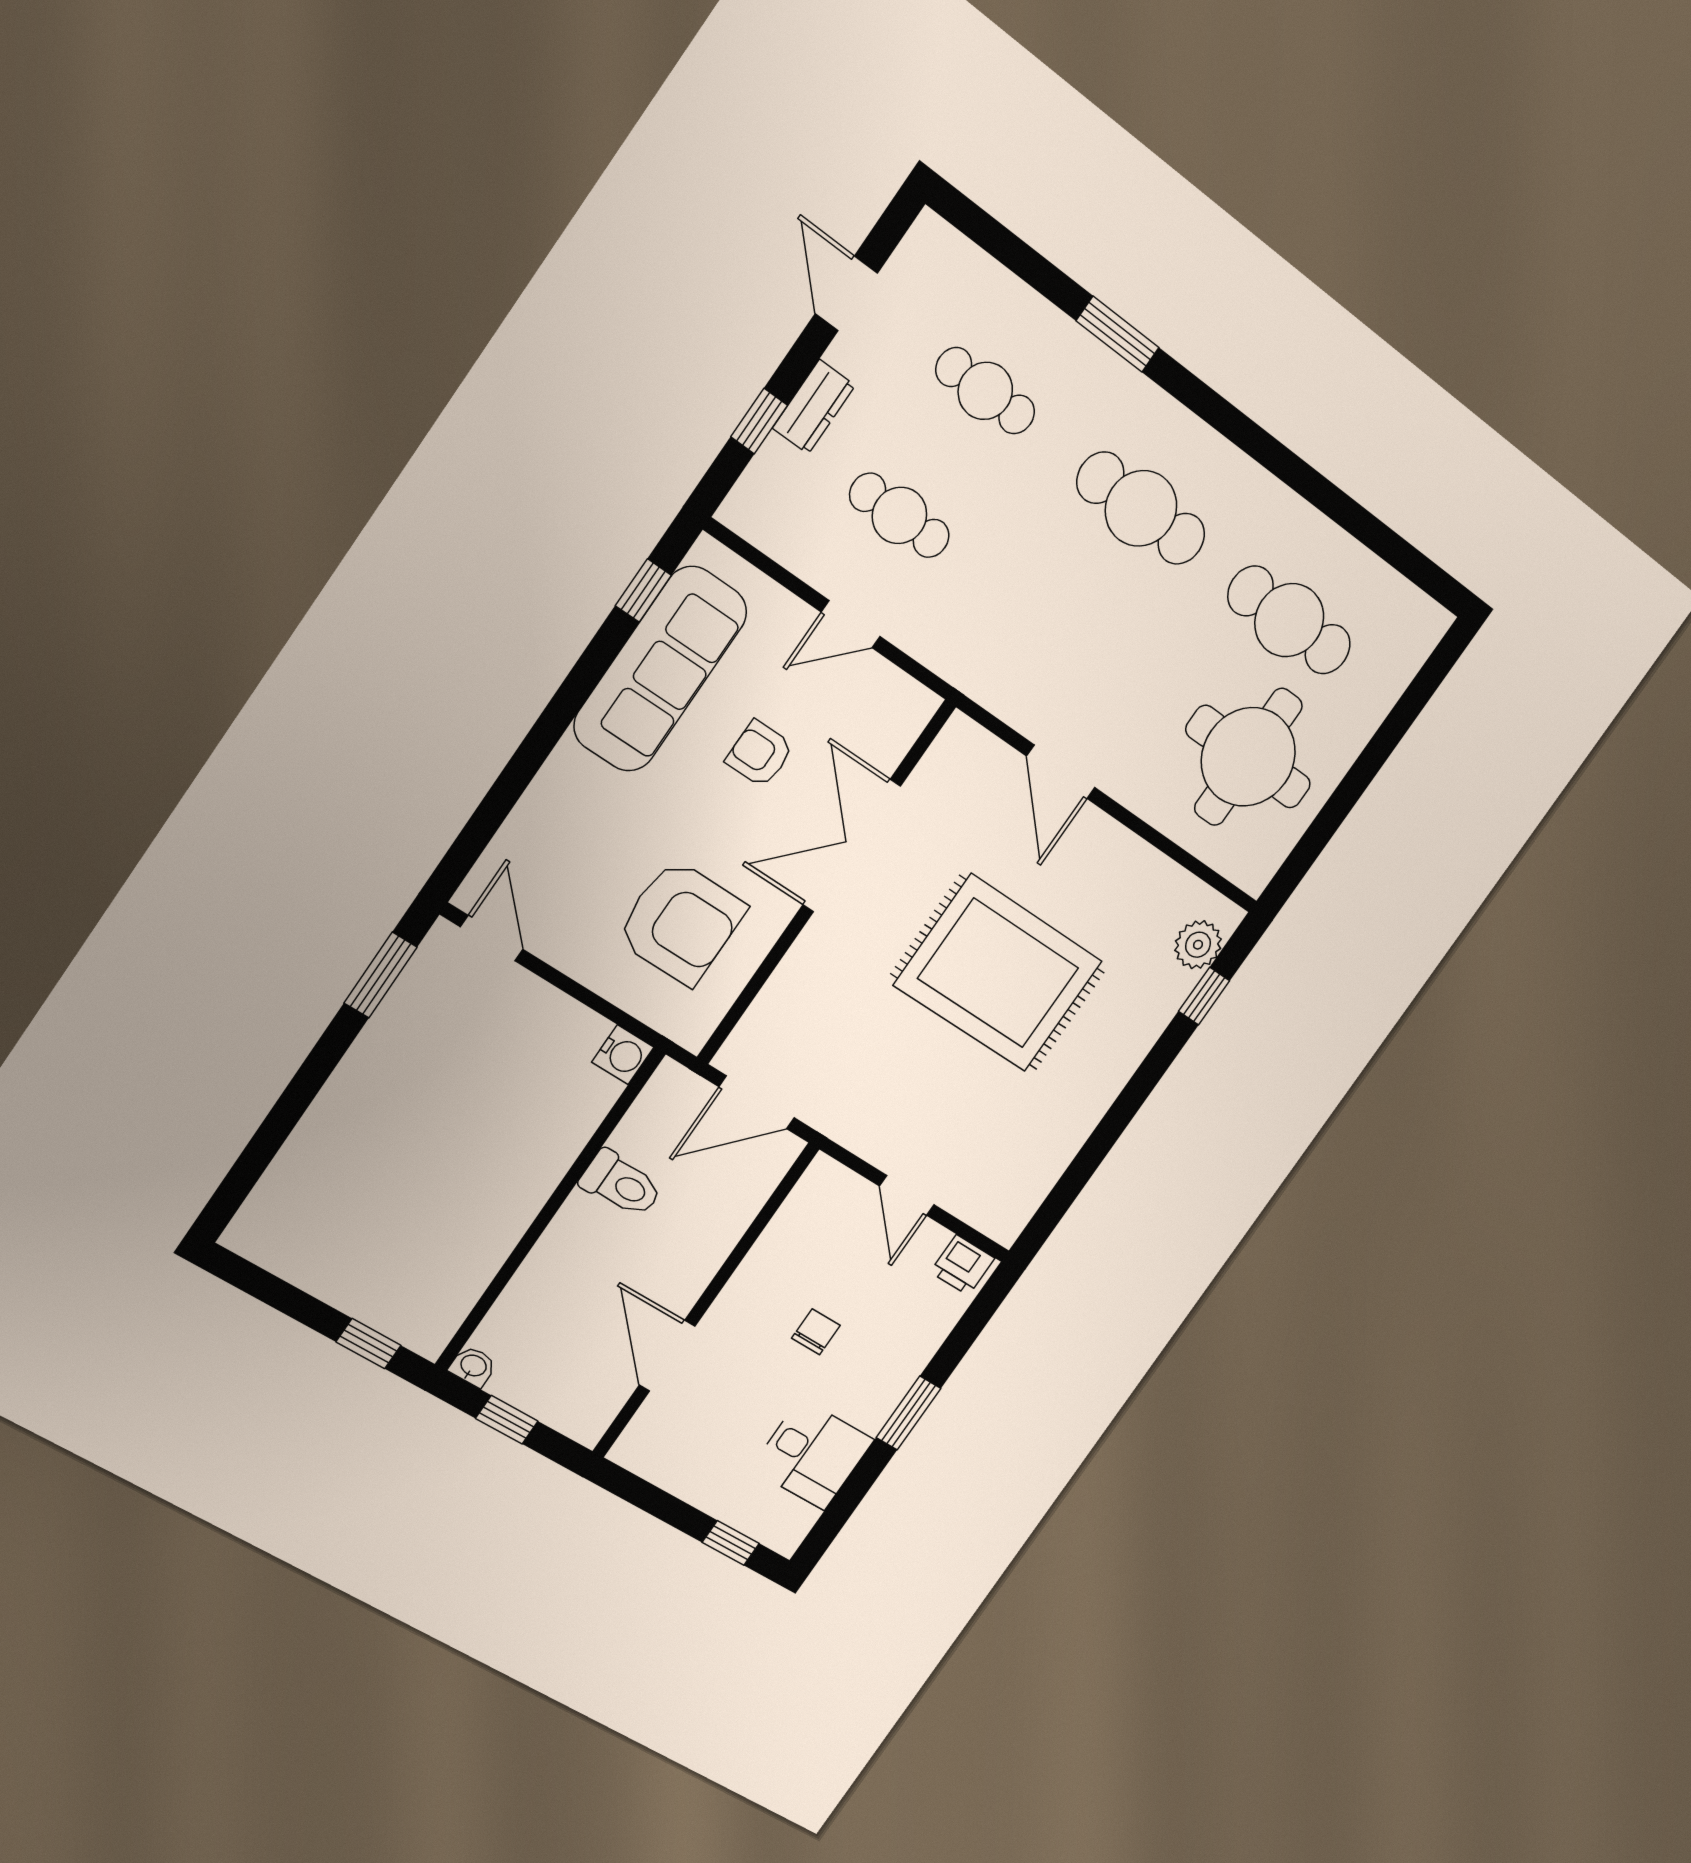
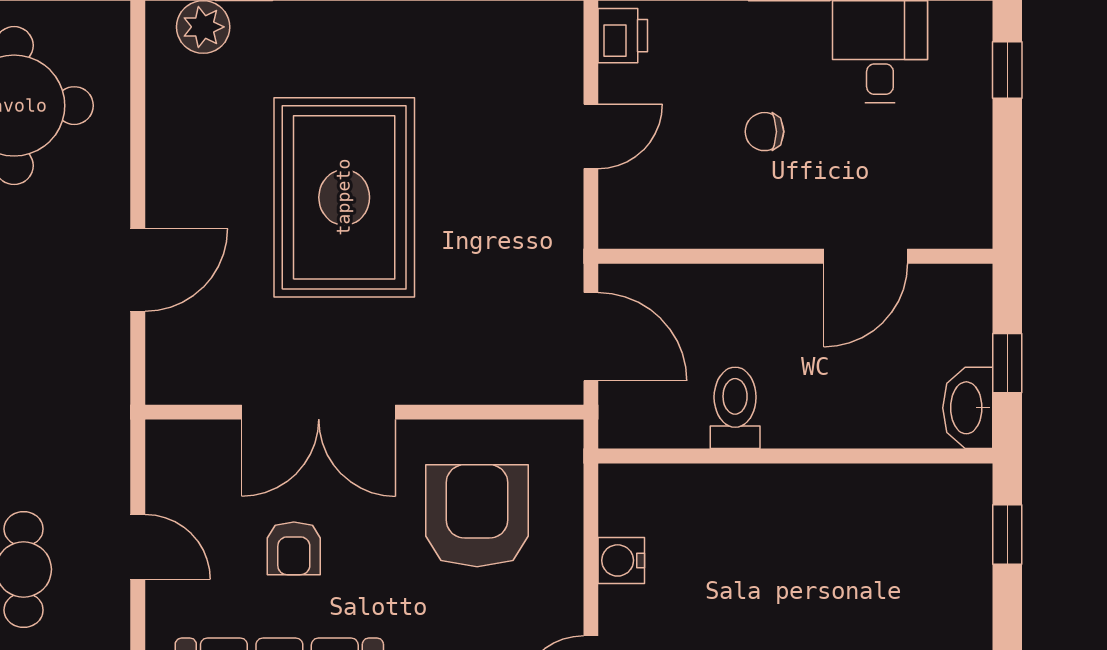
water cooler: (623, 1055) -> (621, 560), moved, turned -90
washbasin: (473, 1366) -> (968, 408), width x1.91, depth x1.45

